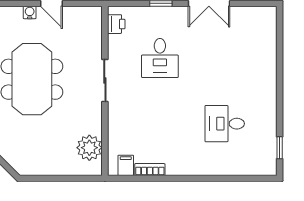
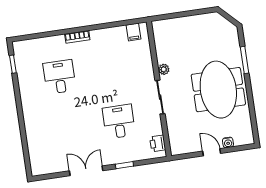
desk: (225, 124) -> (60, 77), turned -90
plant: (89, 148) -> (164, 69), moved, width x0.53, depth x0.53
bookcase: (150, 170) -> (77, 37), moved

